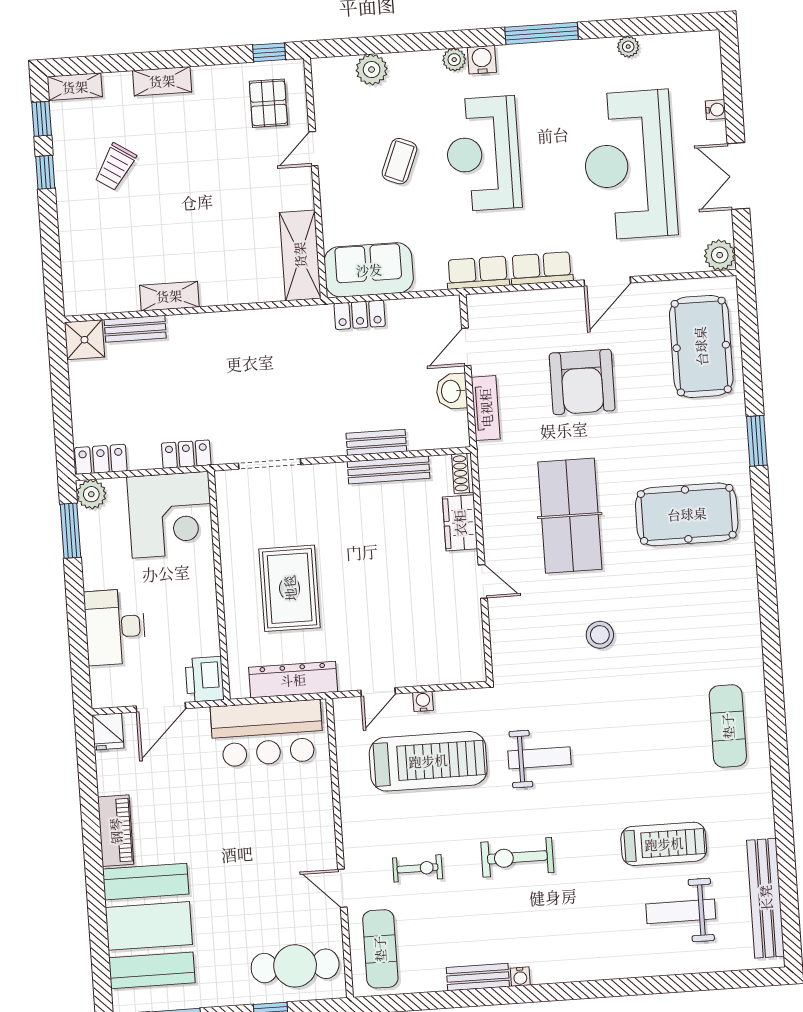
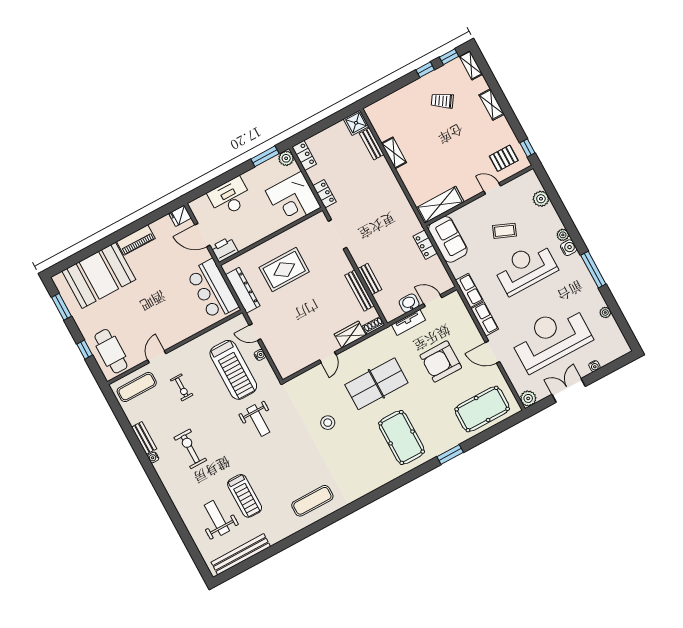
exercise bike: (517, 857) -> (190, 449), moved

